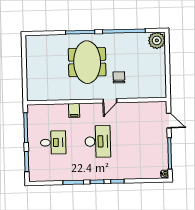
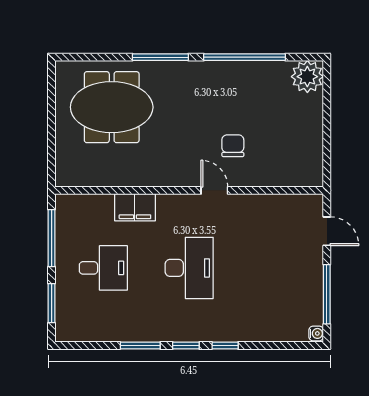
meeting table: (87, 62) -> (112, 107), moved, turned 90
door: (110, 101) -> (214, 190), swing flipped
filing cabinet: (74, 110) -> (135, 207), width x2.00

